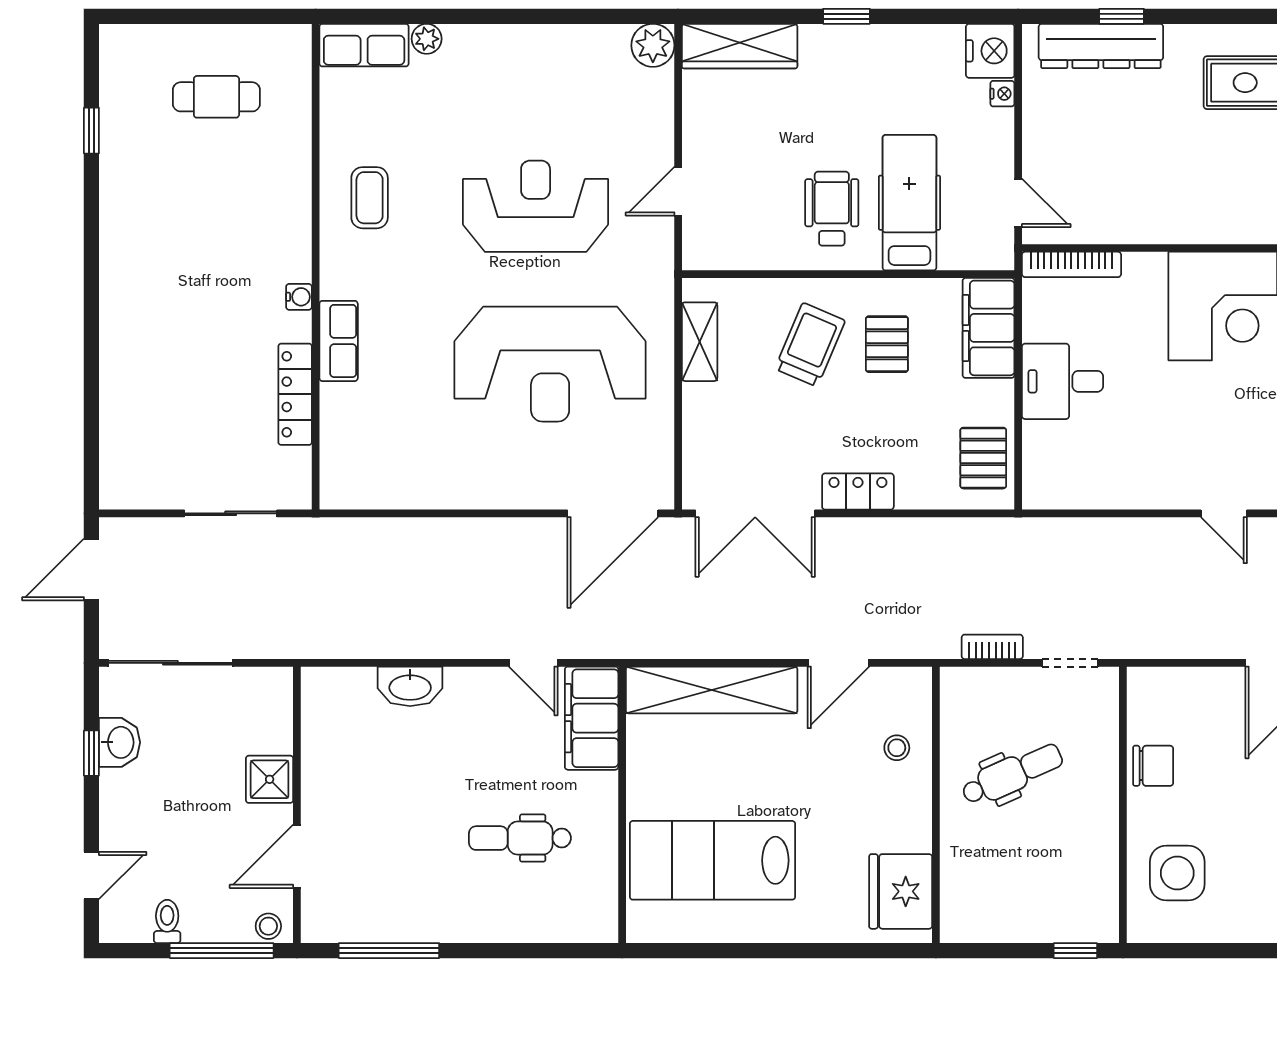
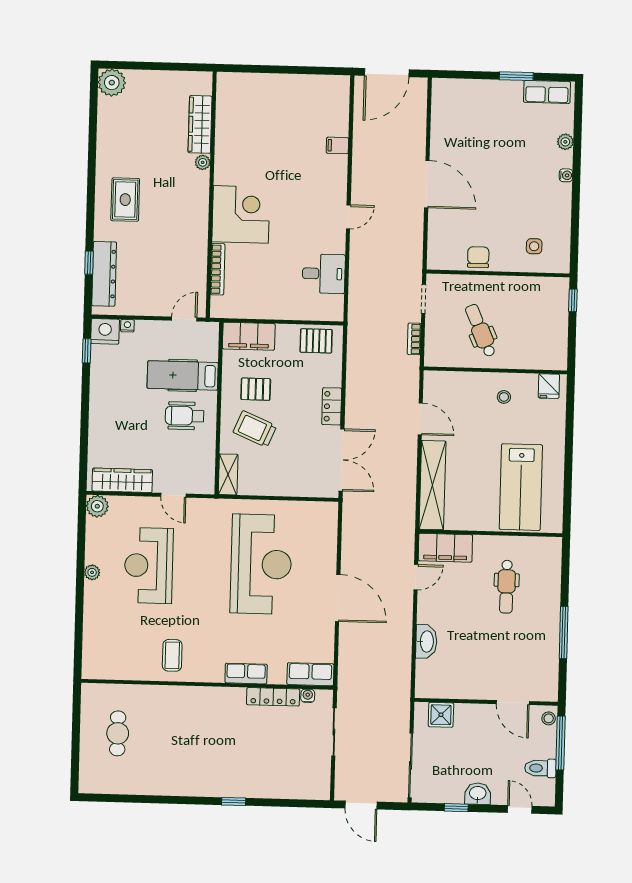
window: (847, 16) -> (87, 351), moved
plant: (427, 39) -> (92, 572), moved
row of seats: (364, 45) -> (310, 674), moved, turned -90
wardrobe: (740, 46) -> (122, 480), moved, turned -90
window: (91, 131) -> (234, 801), moved
coffee table: (370, 198) -> (172, 655), turned 90
reception desk: (536, 206) -> (149, 565), moved
bookcase: (1071, 264) -> (218, 269), moved
water cooler: (299, 297) -> (308, 696), moved
shelving: (700, 342) -> (228, 474), moved, turned 90
desk: (1063, 381) -> (324, 274), moved, turned -90
door: (613, 513) -> (338, 598), moved
washbasin: (120, 742) -> (478, 794), moved
stool: (897, 748) -> (504, 397), moved
shower: (270, 779) -> (441, 715), moved
side table: (1177, 873) -> (534, 246), width x0.54, depth x0.54
fridge: (901, 891) -> (549, 386), width x0.53, depth x0.75
toilet: (167, 921) -> (540, 768), width x1.37, depth x1.39
window: (389, 951) -> (564, 633), moved

